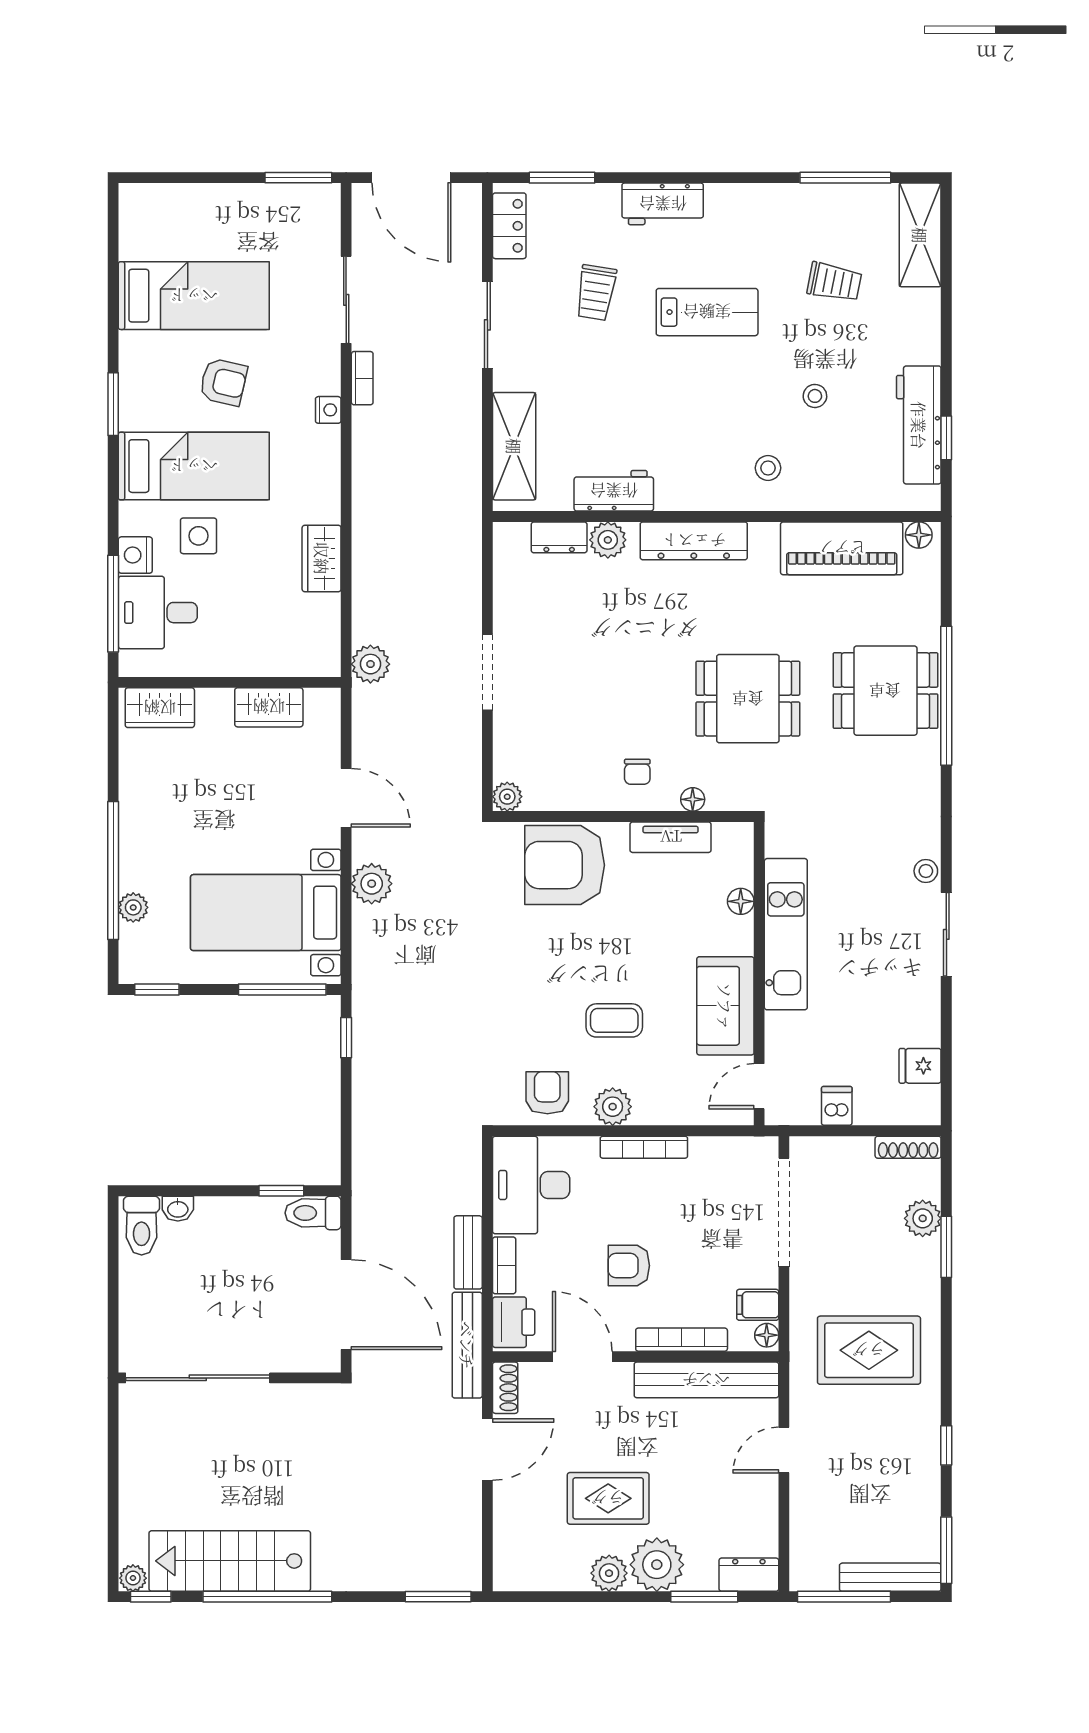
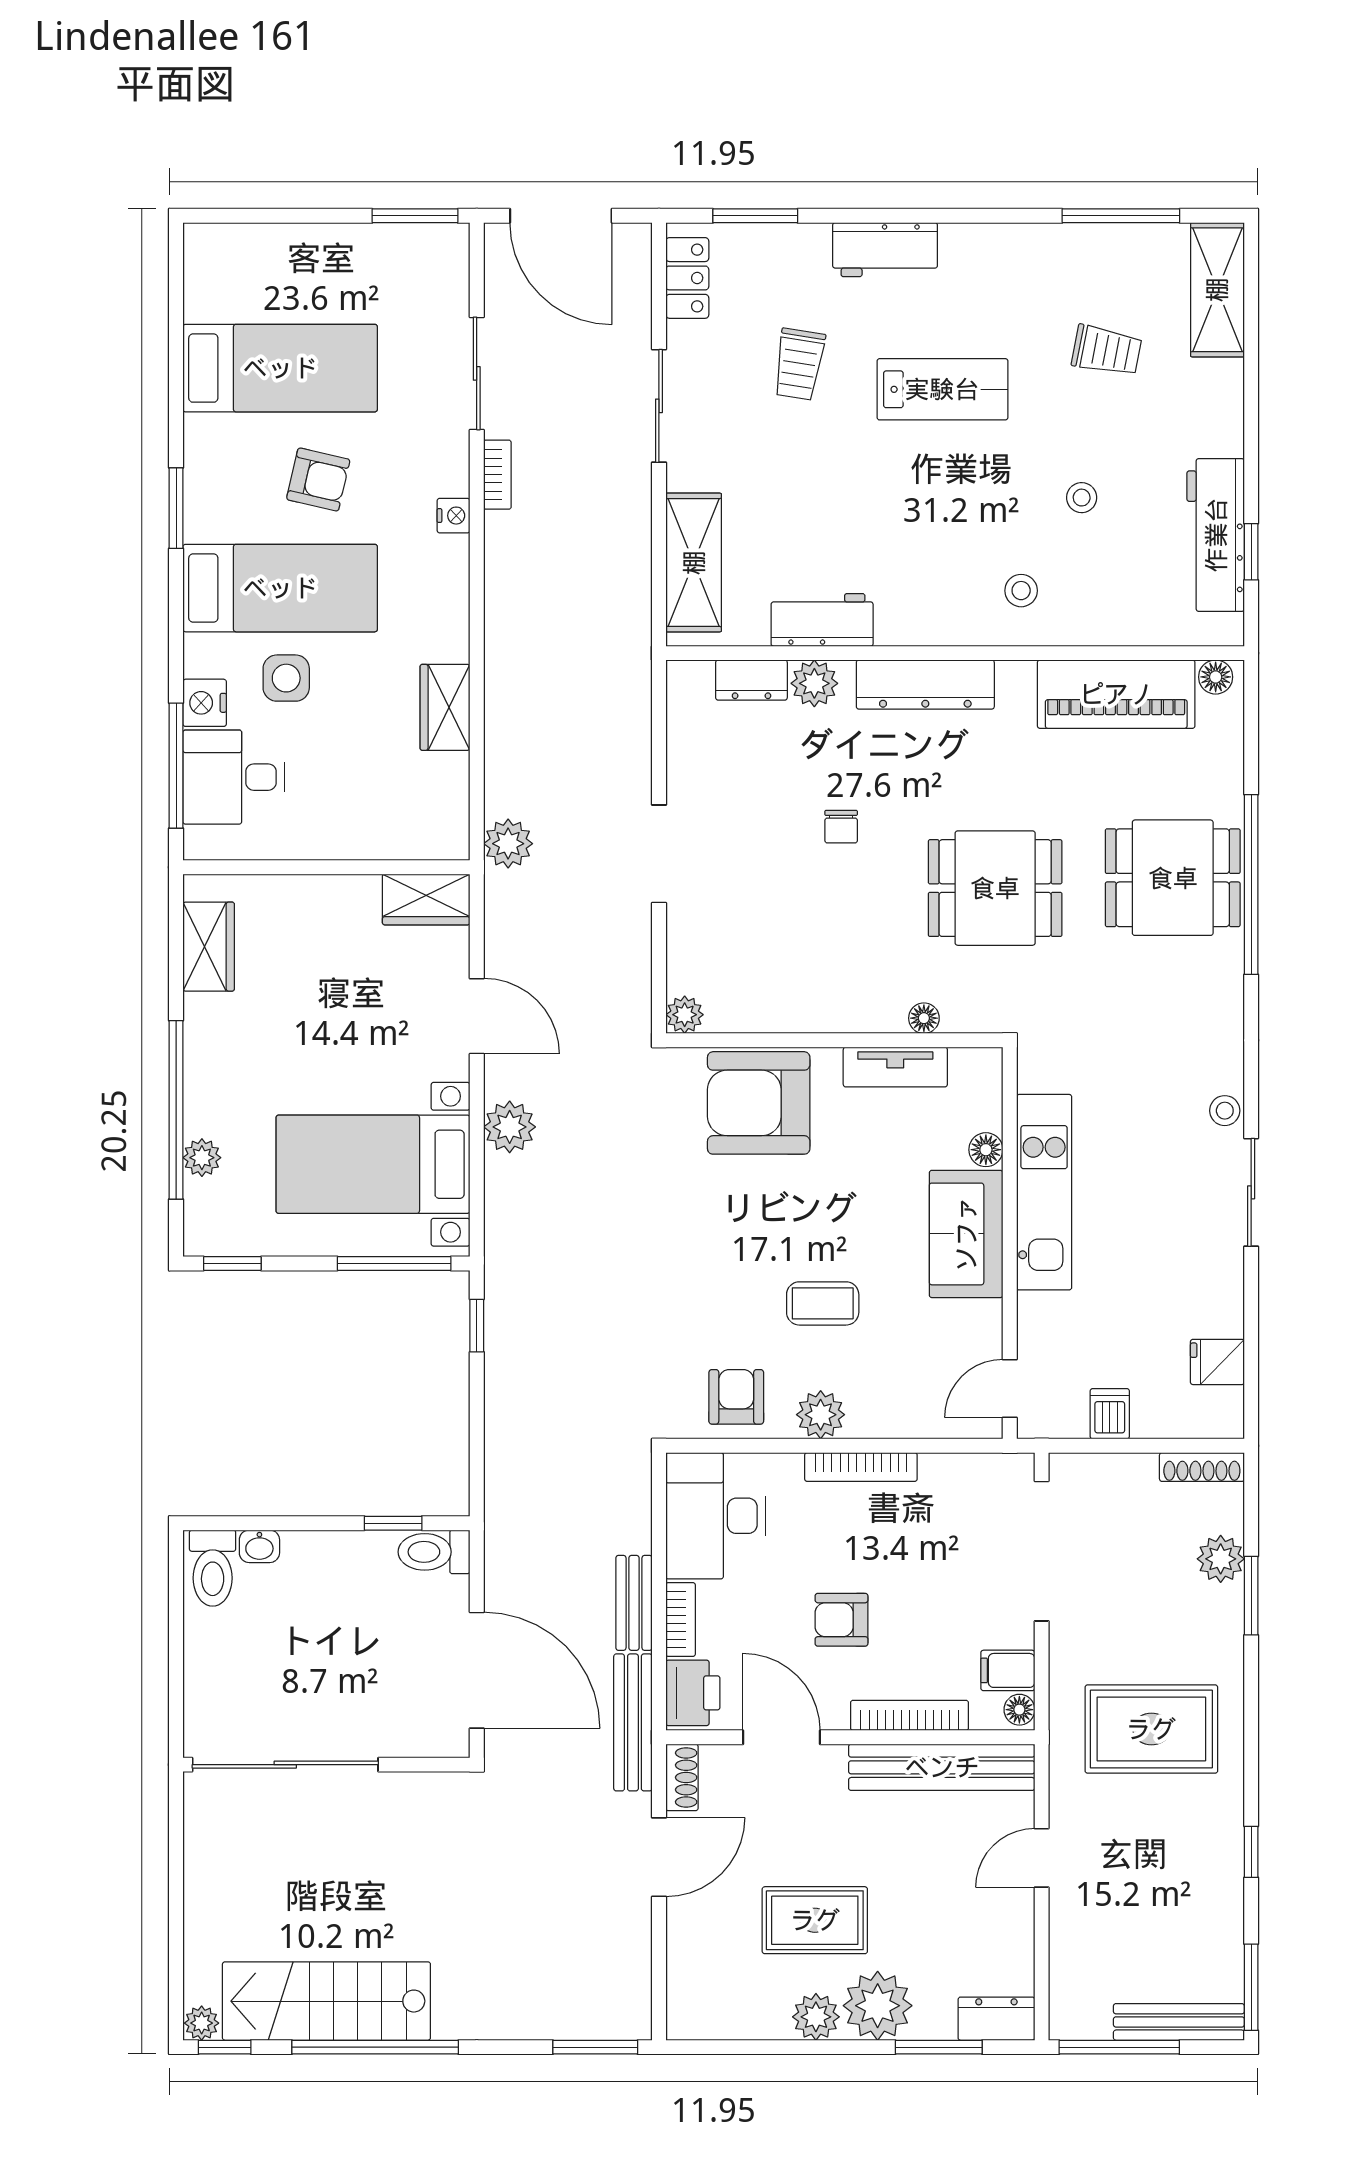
wardrobe: (269, 707) -> (426, 899), moved
wardrobe: (160, 708) -> (209, 947), moved, turned -90
chair: (637, 772) -> (841, 827), moved
sofa: (725, 1006) -> (966, 1234), moved

